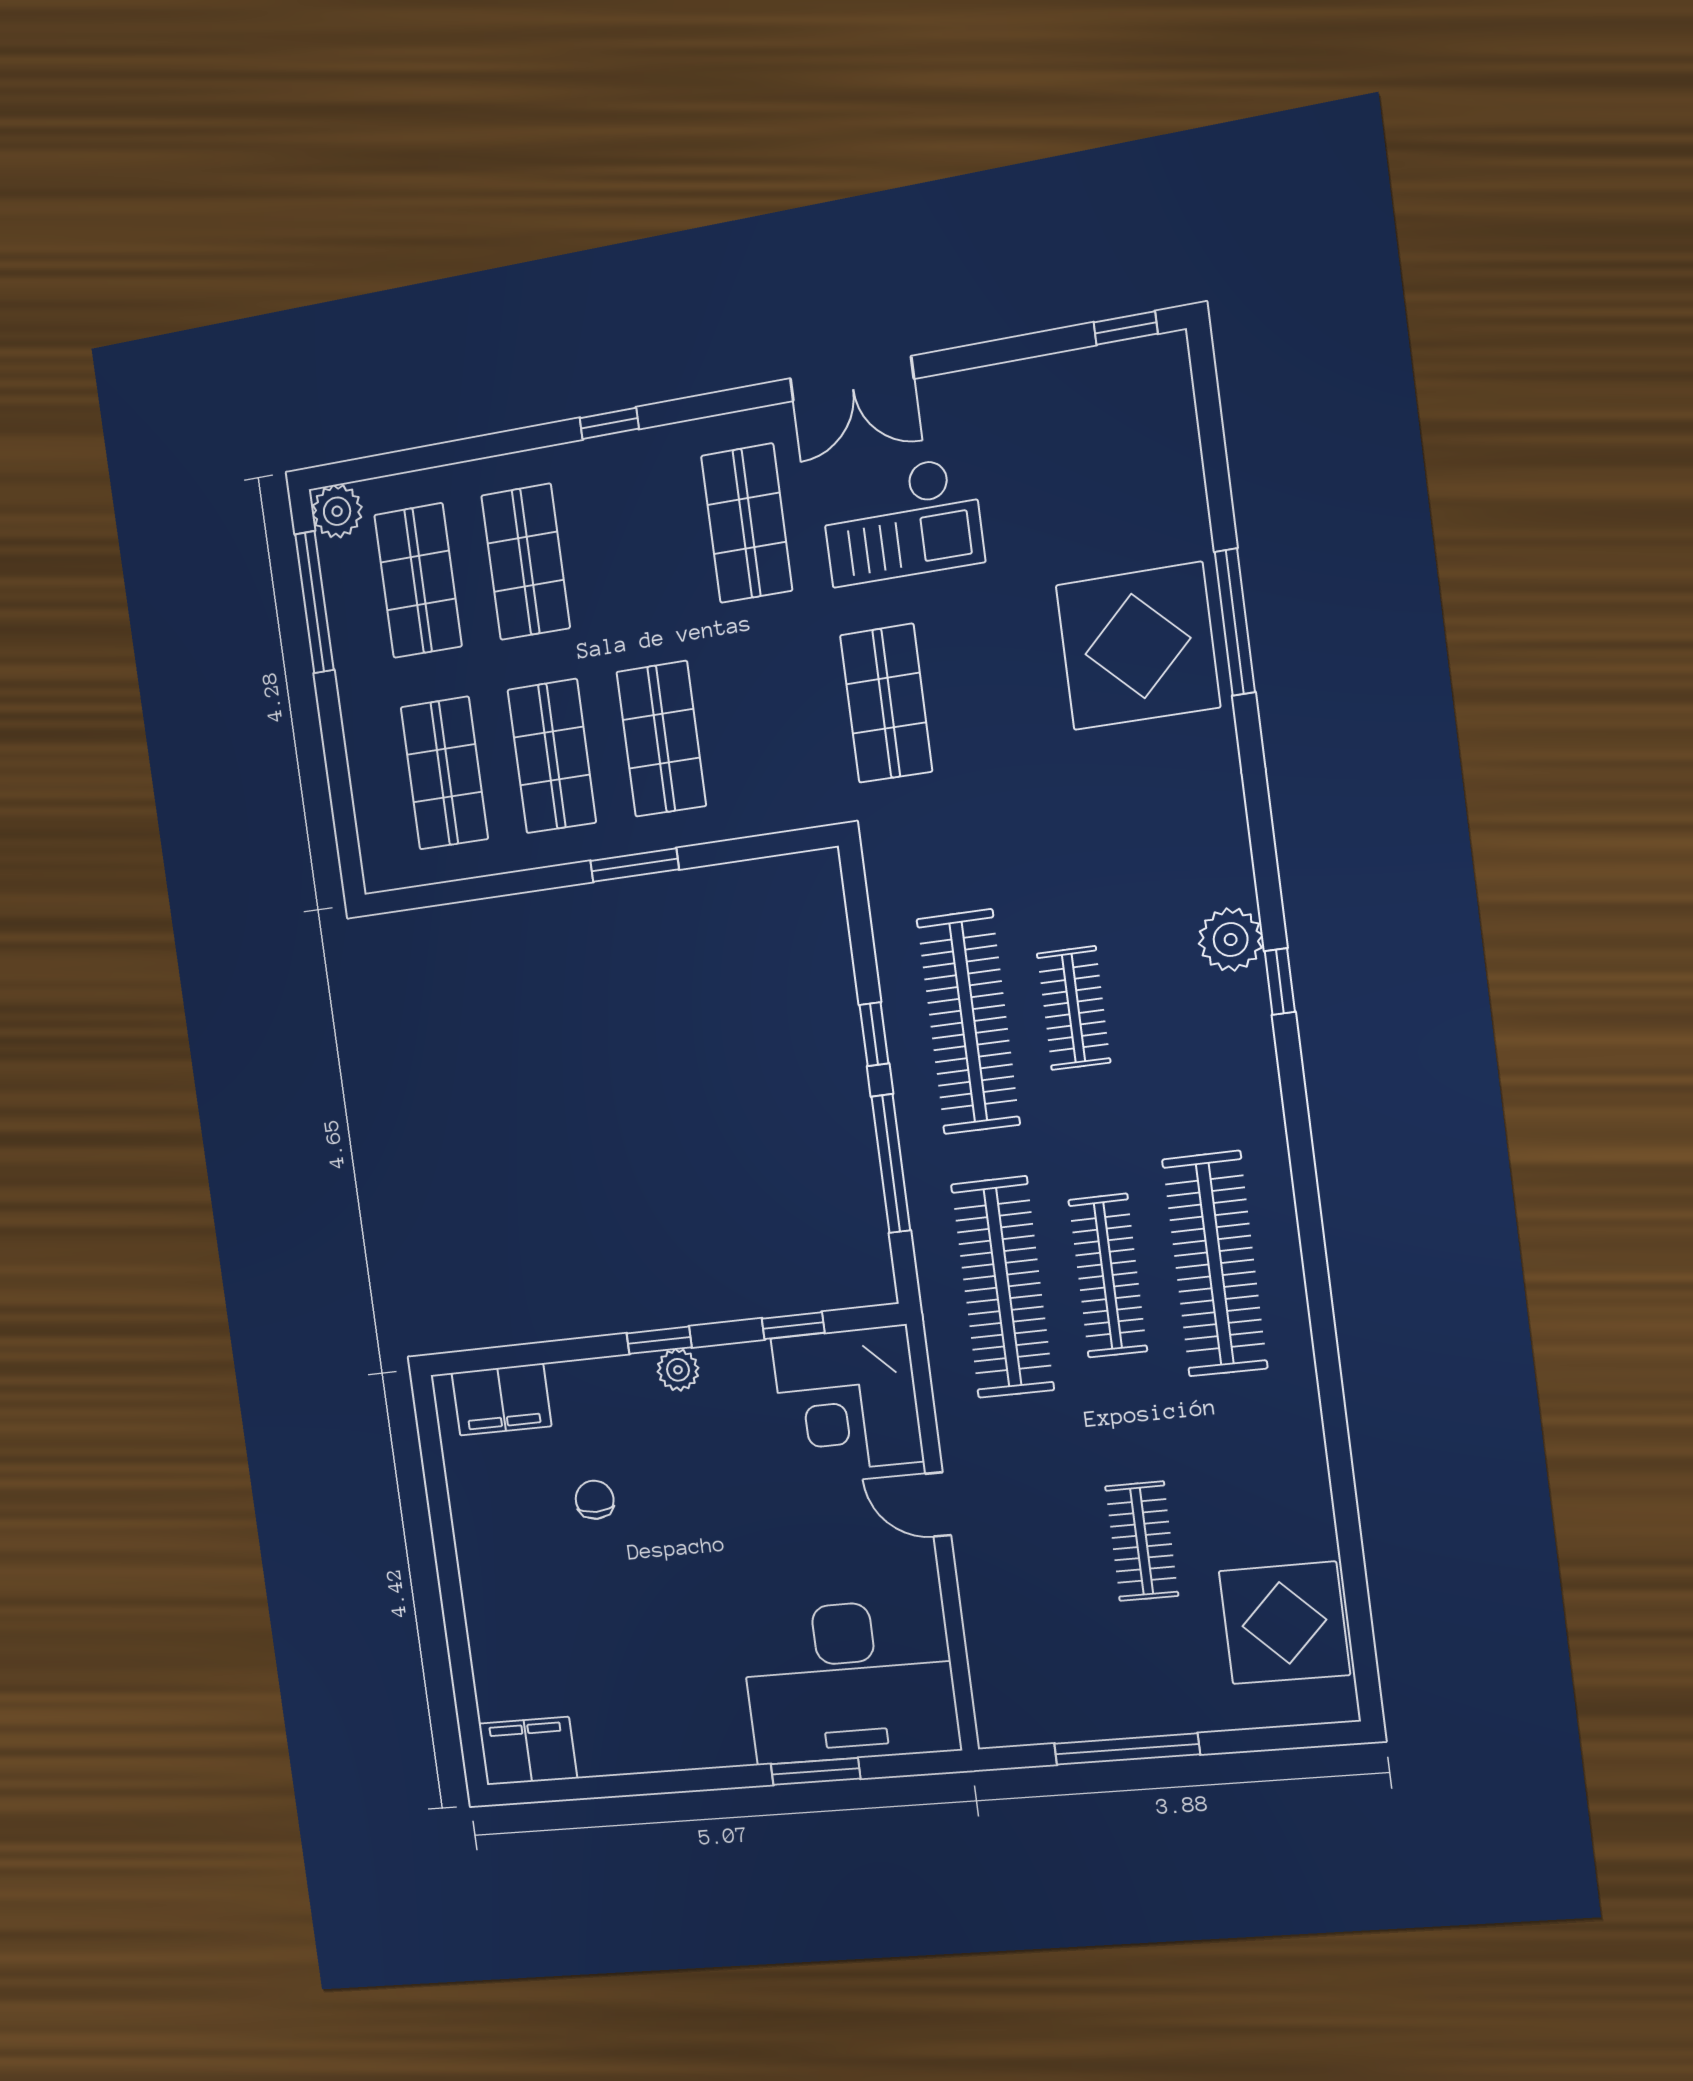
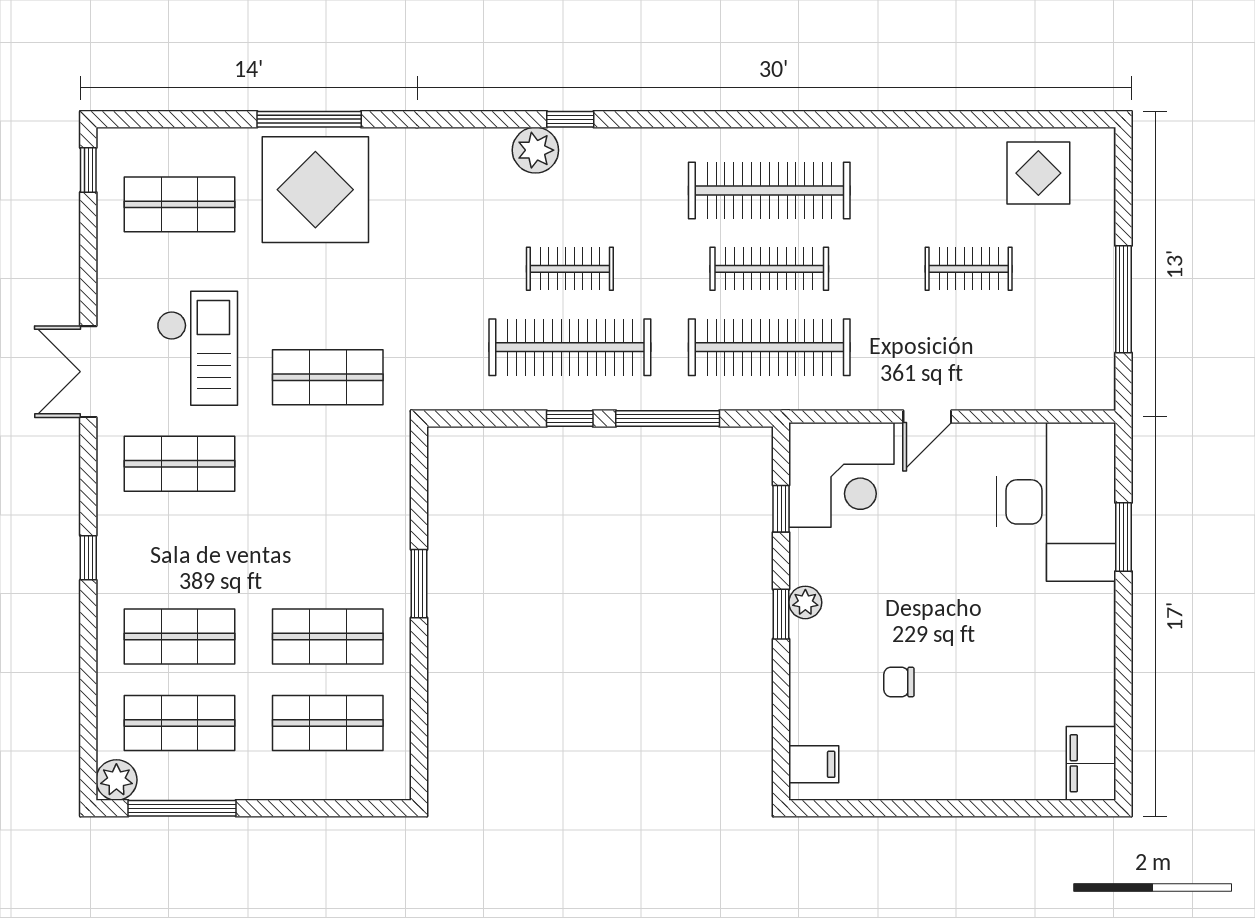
double door: (852, 379) -> (88, 372), swing flipped
shop shelf: (661, 739) -> (179, 204), moved
filing cabinet: (501, 1399) -> (814, 764), width x0.50
display table: (1284, 1623) -> (1038, 173), width x0.73, depth x0.73

